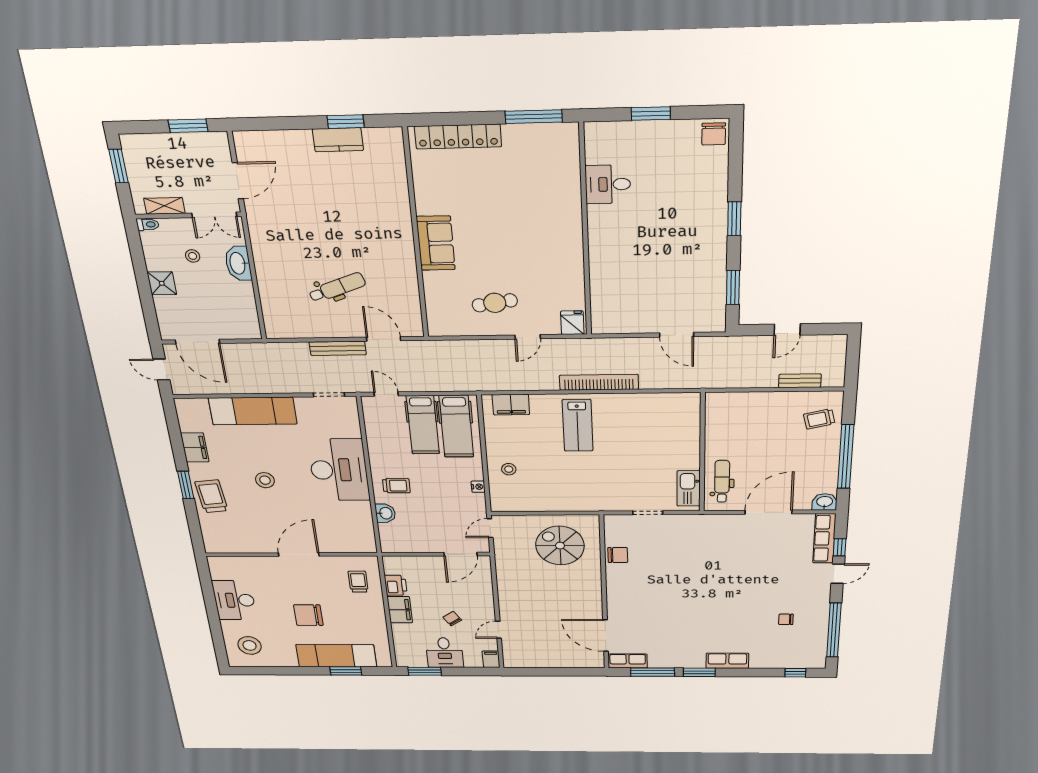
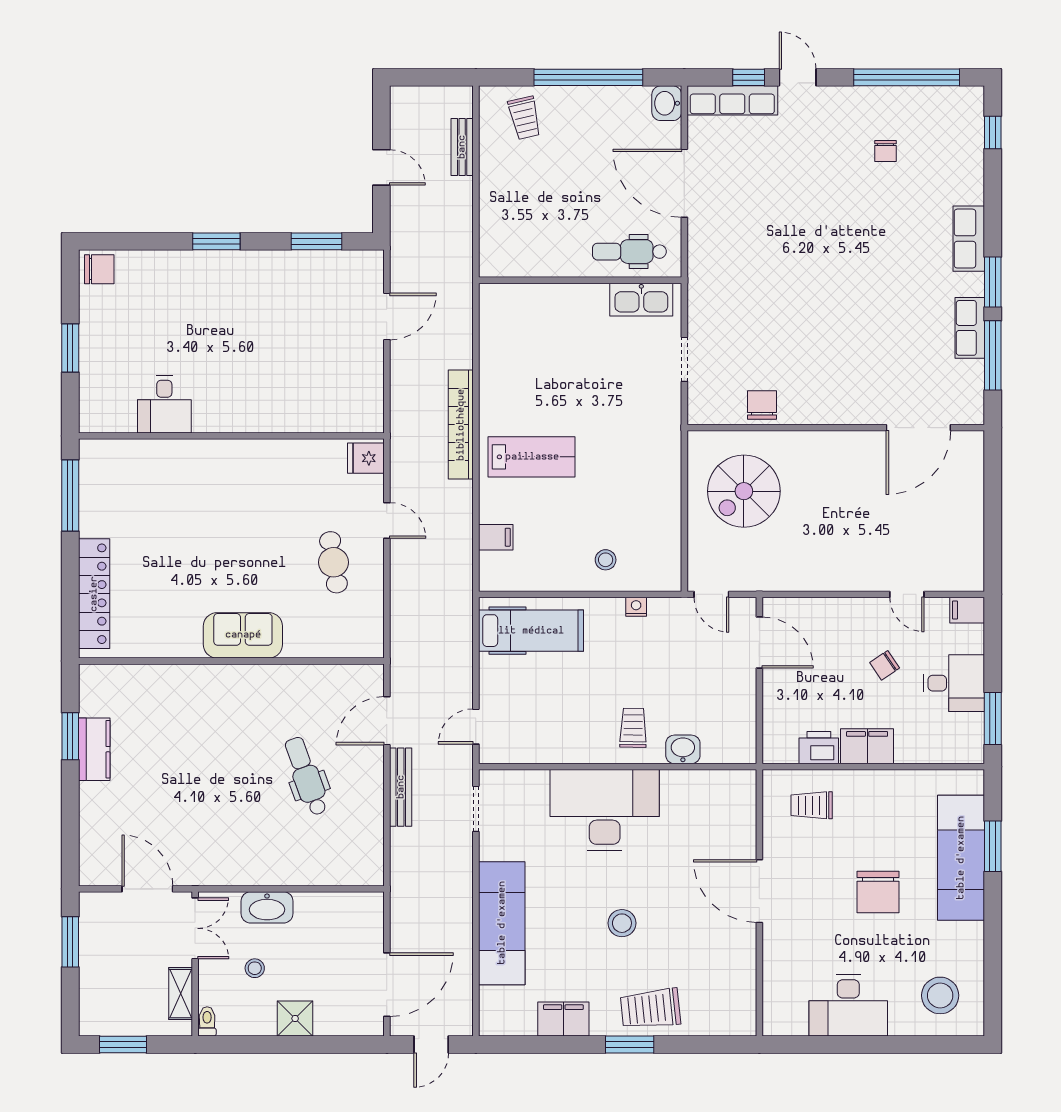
filing cabinet: (511, 405) -> (496, 537), width x0.50
hospital bed: (423, 425) -> (528, 679), removed
row of seats: (628, 661) -> (970, 328), moved

